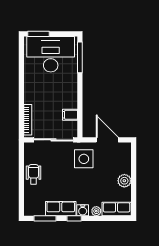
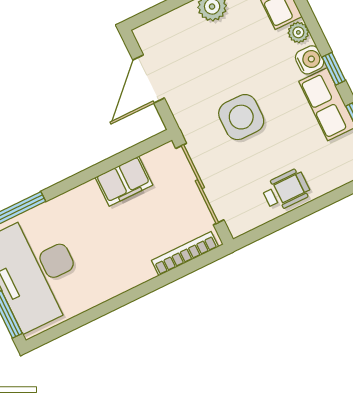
filing cabinet: (70, 115) -> (124, 181), width x2.00
side table: (84, 159) -> (241, 117), moved
wheelchair: (34, 174) -> (286, 190), turned 180

